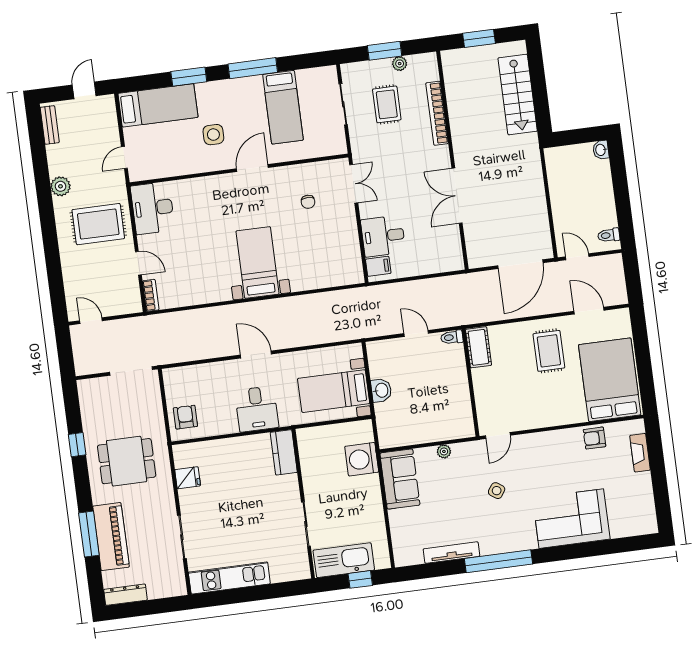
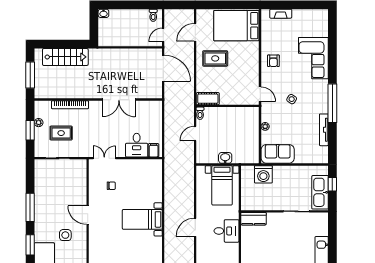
window: (479, 38) -> (30, 75), width x1.44
bed: (283, 107) -> (55, 193), removed
armchair: (594, 438) -> (273, 61), moved

